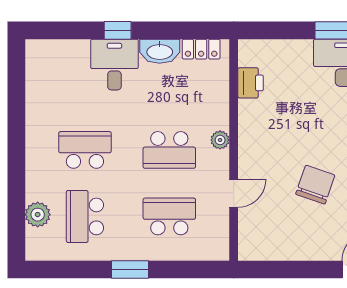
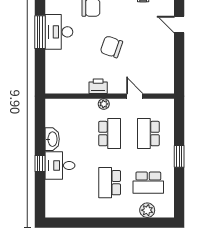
locker: (201, 49) -> (51, 115), removed
printer: (251, 83) -> (98, 86), moved
chair: (315, 185) -> (111, 47), moved

